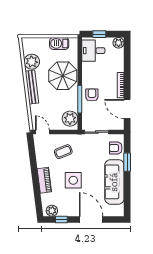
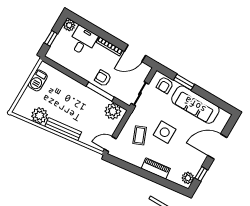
desk: (93, 51) -> (83, 41), moved, turned 180
parasol: (63, 76) -> (69, 95), removed
side table: (73, 180) -> (165, 132), moved

